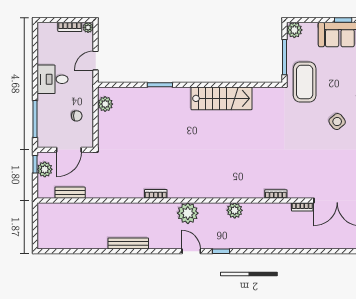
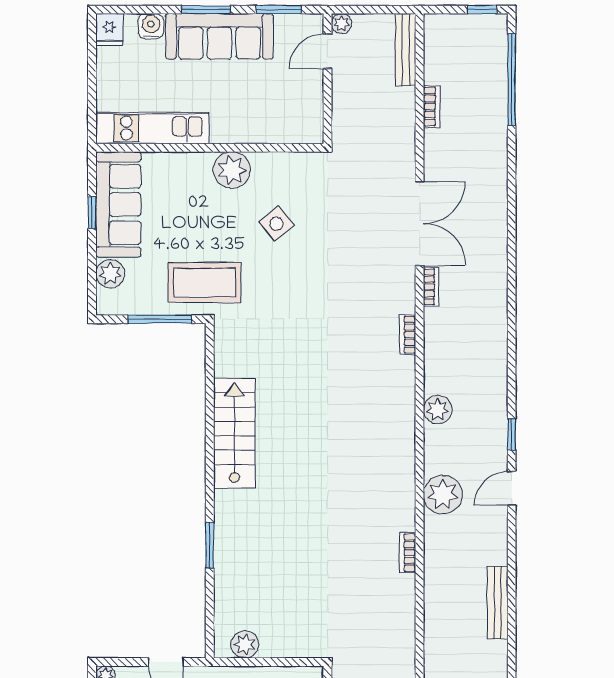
plant: (294, 30) -> (110, 274), moved

